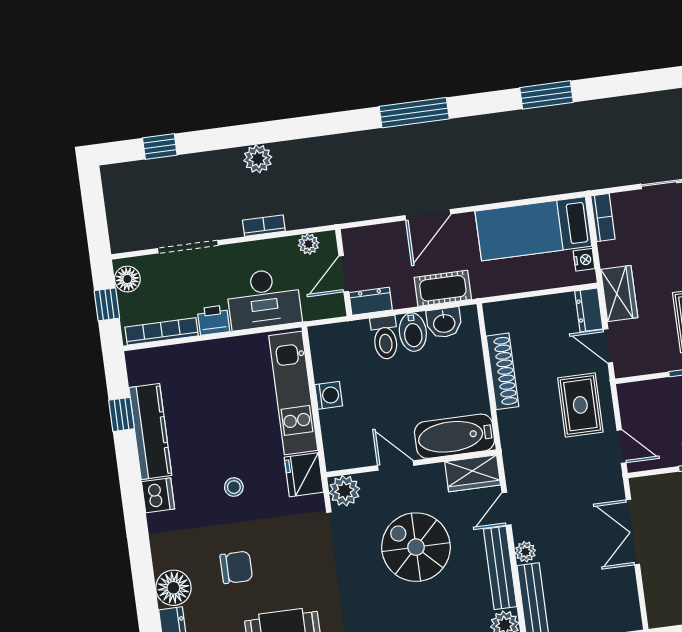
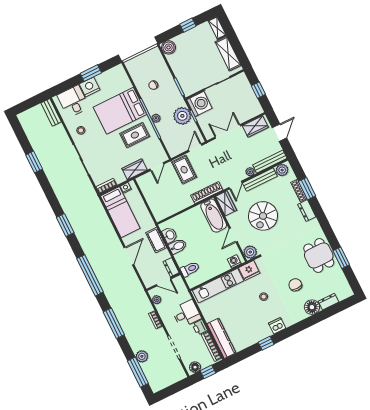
window: (414, 113) -> (90, 275), width x1.46
window: (288, 129) -> (114, 323), added
window: (160, 146) -> (138, 372), width x2.17
plant: (258, 159) -> (142, 356), moved
door: (428, 215) -> (129, 256), hinge flipped
desk: (264, 299) -> (186, 314), width x0.73
dresser: (589, 310) -> (145, 179), removed
toilet: (385, 338) -> (190, 269), moved
shoe rack: (502, 371) -> (207, 193), moved
washing machine: (329, 395) -> (234, 261), moved
rug: (580, 405) -> (184, 170), turned 90
window: (122, 414) -> (266, 343), moved
kitchen counter: (150, 432) -> (221, 338), moved, turned 90
door: (507, 509) -> (235, 185), hinge flipped
double door: (633, 532) -> (228, 132), swing flipped
wardrobe: (623, 598) -> (255, 127), added

